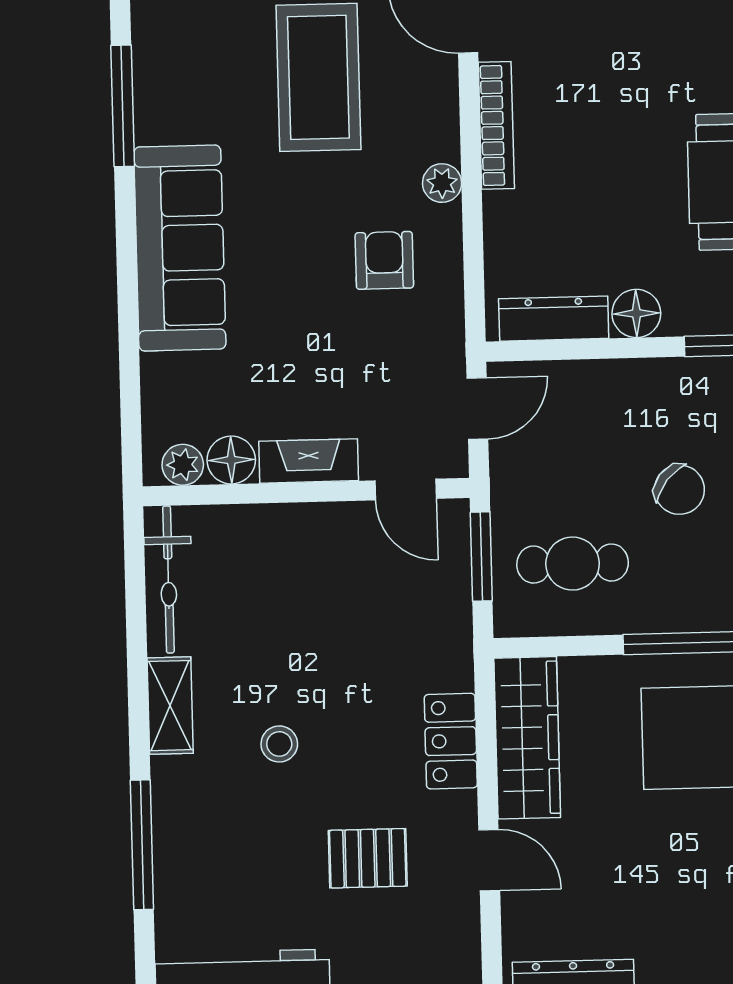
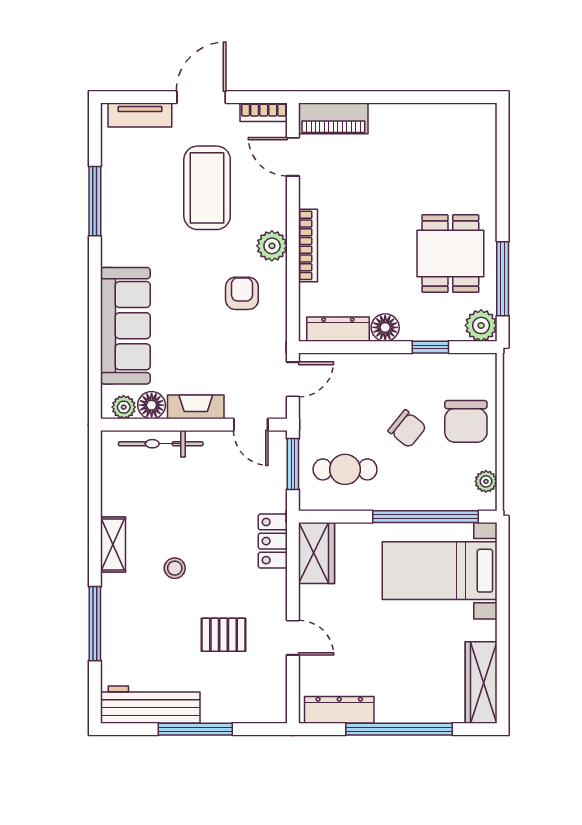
bookcase: (496, 125) -> (308, 245), moved
plant: (442, 183) -> (272, 246), width x1.38, depth x1.38
sofa: (180, 248) -> (125, 326), moved
bicycle: (168, 580) -> (161, 444), moved, turned 90
wardrobe: (527, 738) -> (317, 553), width x0.67
locker: (451, 741) -> (273, 541), moved

